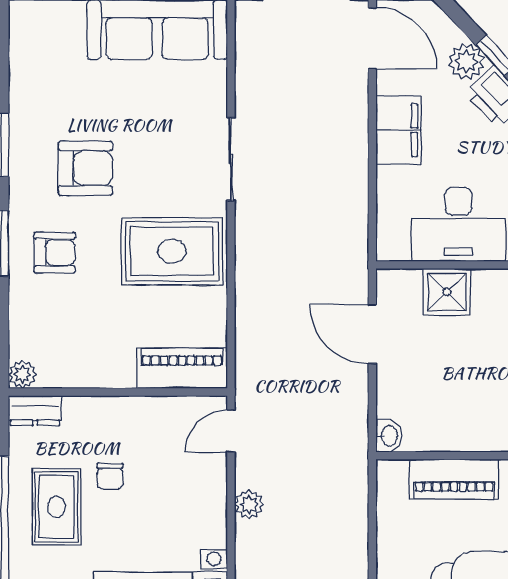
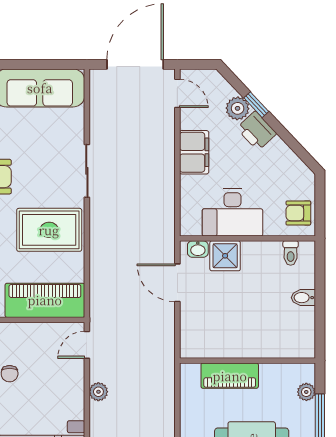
door: (372, 38) -> (177, 93), width x0.73
piano: (182, 368) -> (45, 300), width x1.37, depth x1.33
washbasin: (389, 436) -> (198, 249), moved, turned 90

